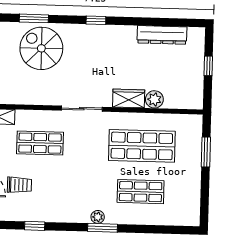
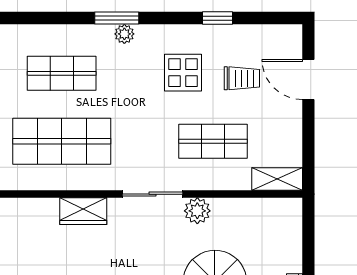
plant: (154, 99) -> (197, 211), moved
trolley: (19, 185) -> (242, 78), turned 180
display table: (59, 190) -> (183, 73), added

